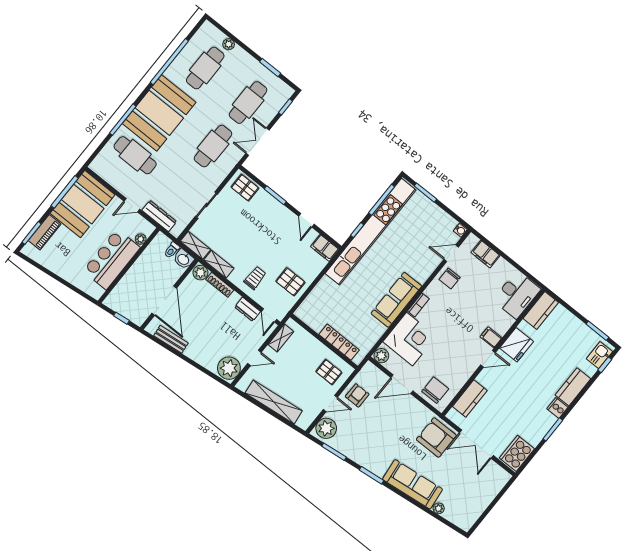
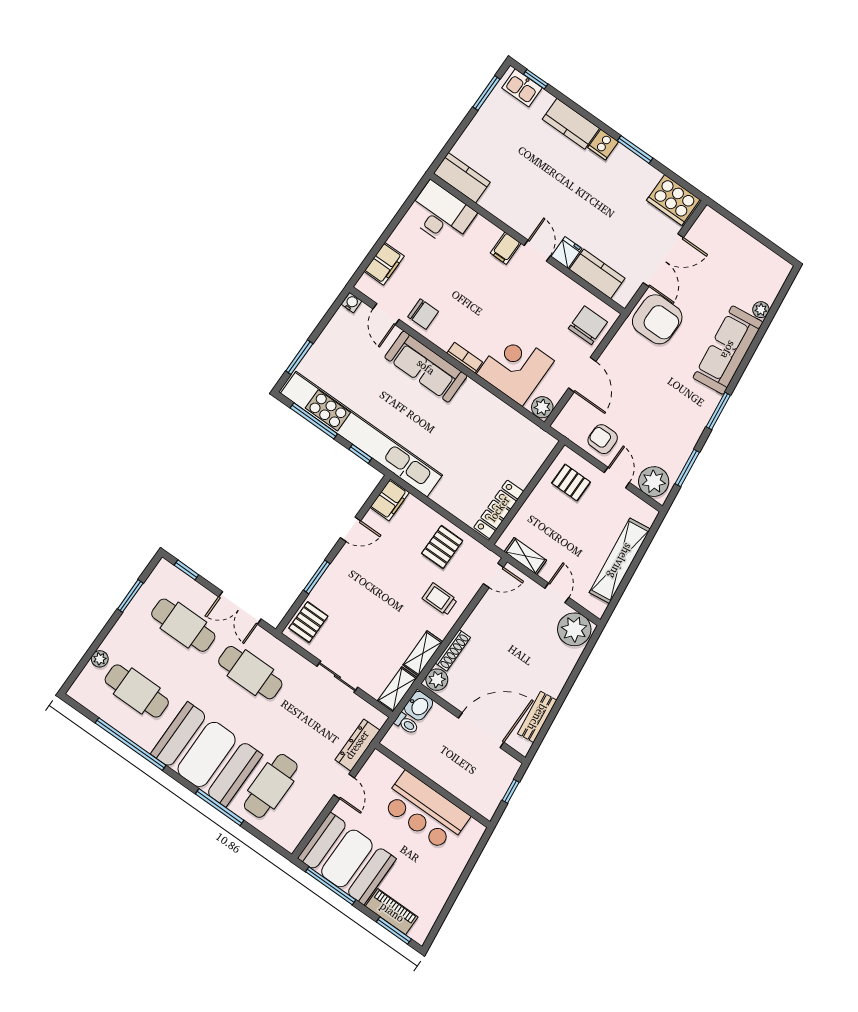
plant: (141, 239) -> (393, 770), removed
sofa: (396, 300) -> (426, 367), moved
dresser: (248, 309) -> (486, 607), removed
locker: (339, 342) -> (499, 509), moved
fridge: (516, 345) -> (566, 252), moved, width x0.53, depth x0.75
pallet: (329, 372) -> (571, 483), turned 90
chair: (435, 390) -> (588, 325), turned 90
armchair: (436, 437) -> (657, 319), turned -90

